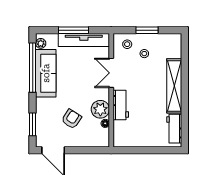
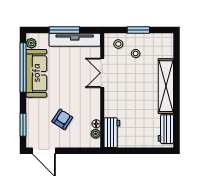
workbench: (121, 105) -> (112, 133), moved
plant: (100, 109) -> (96, 134), moved, width x0.53, depth x0.53

